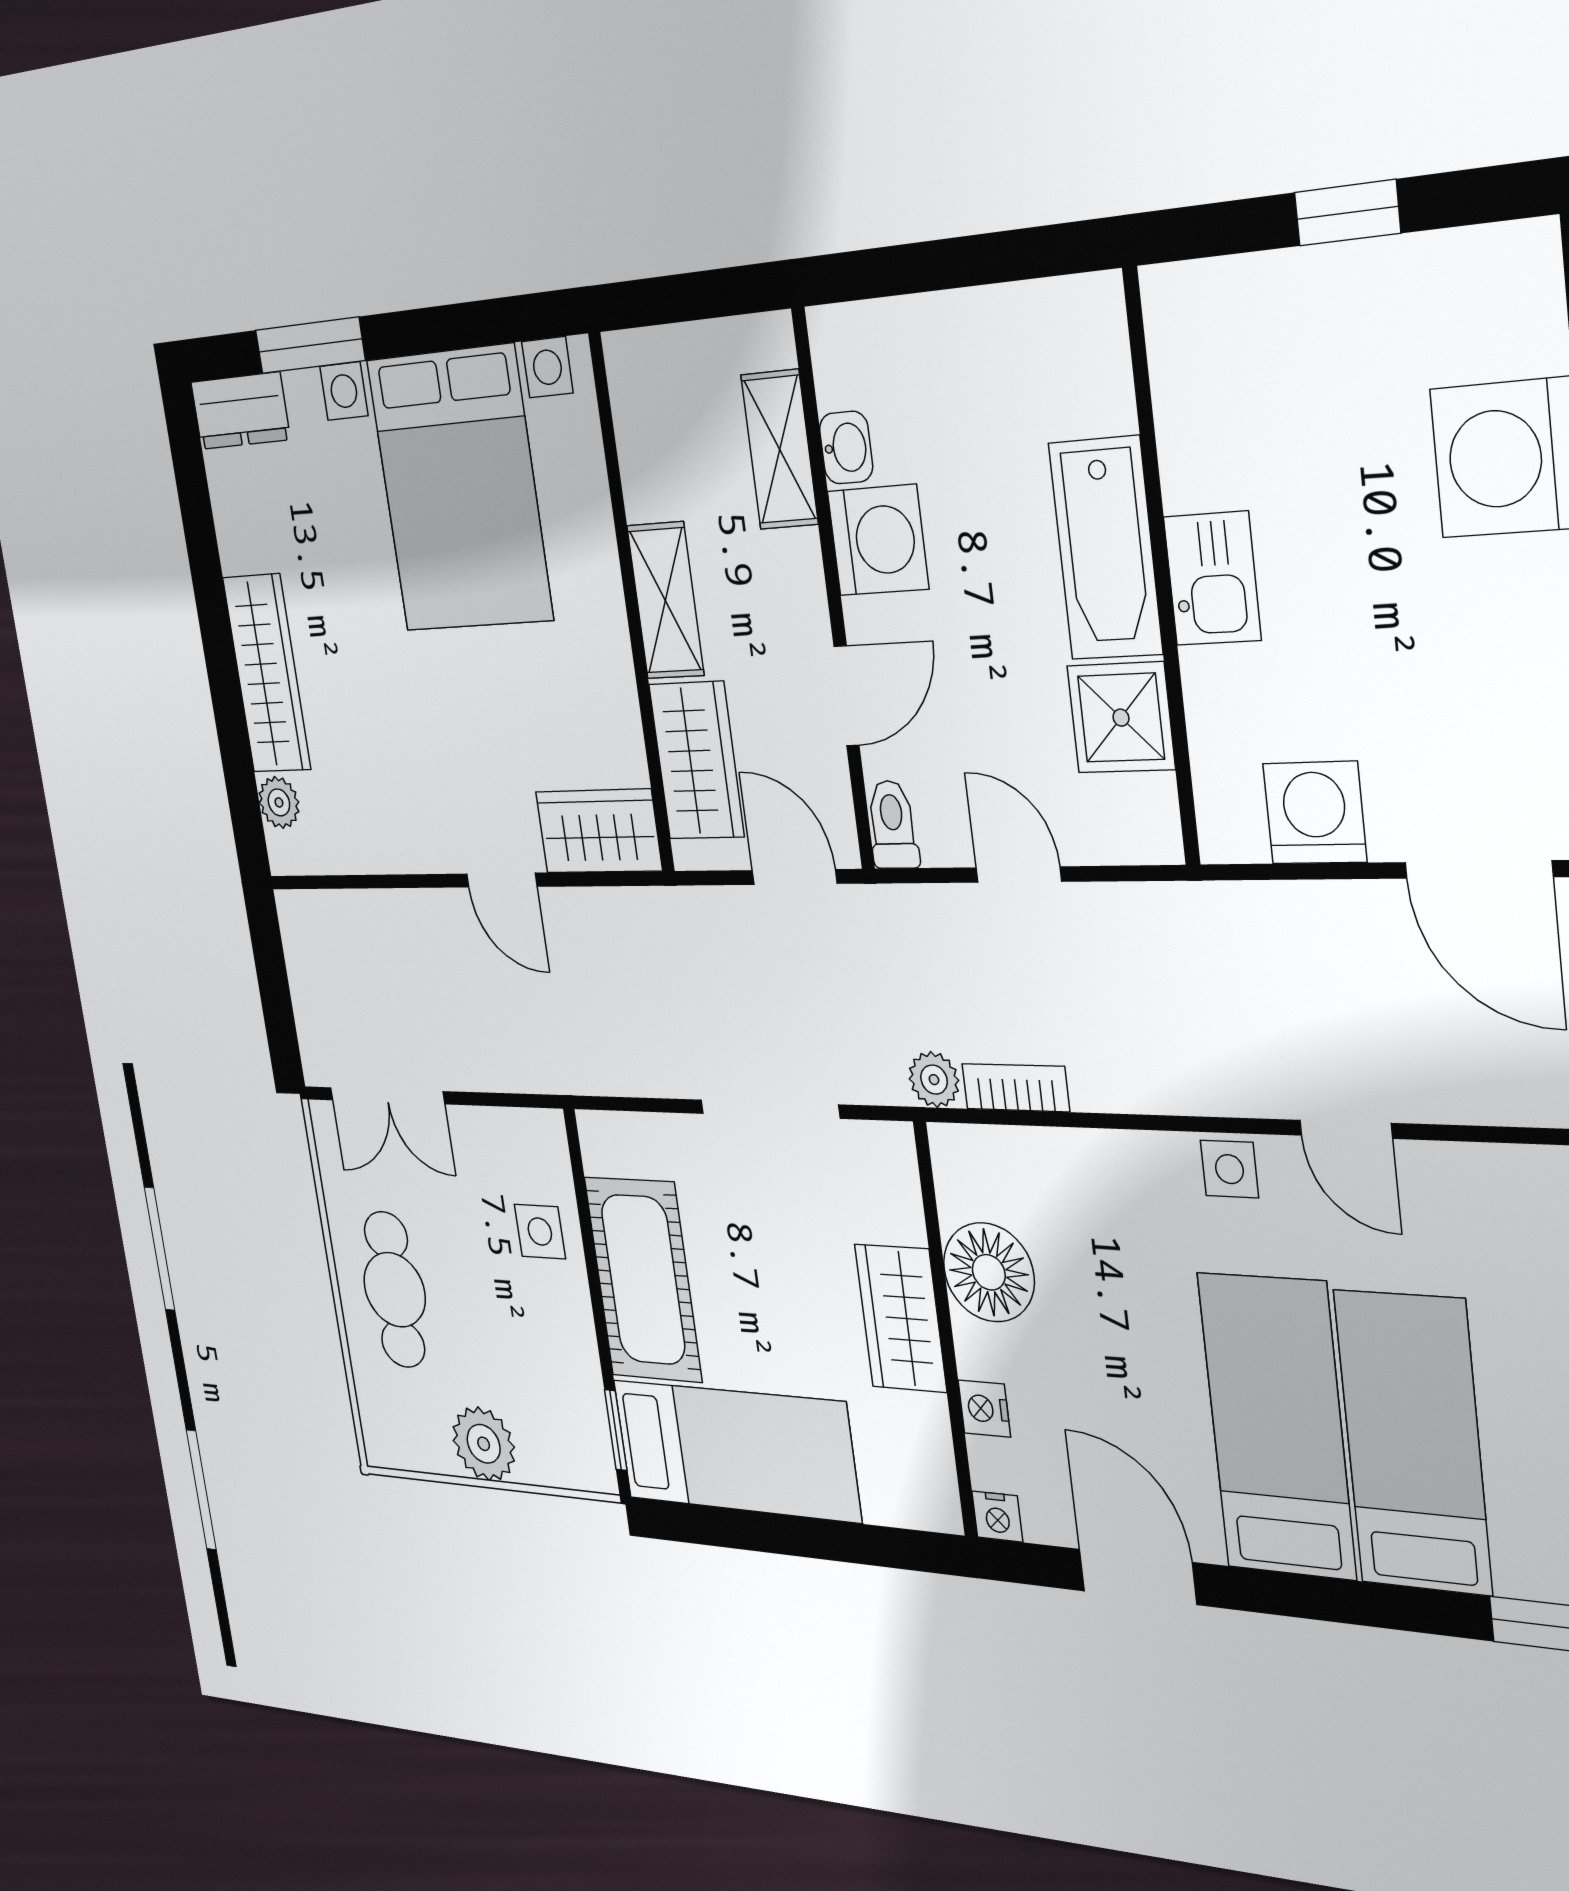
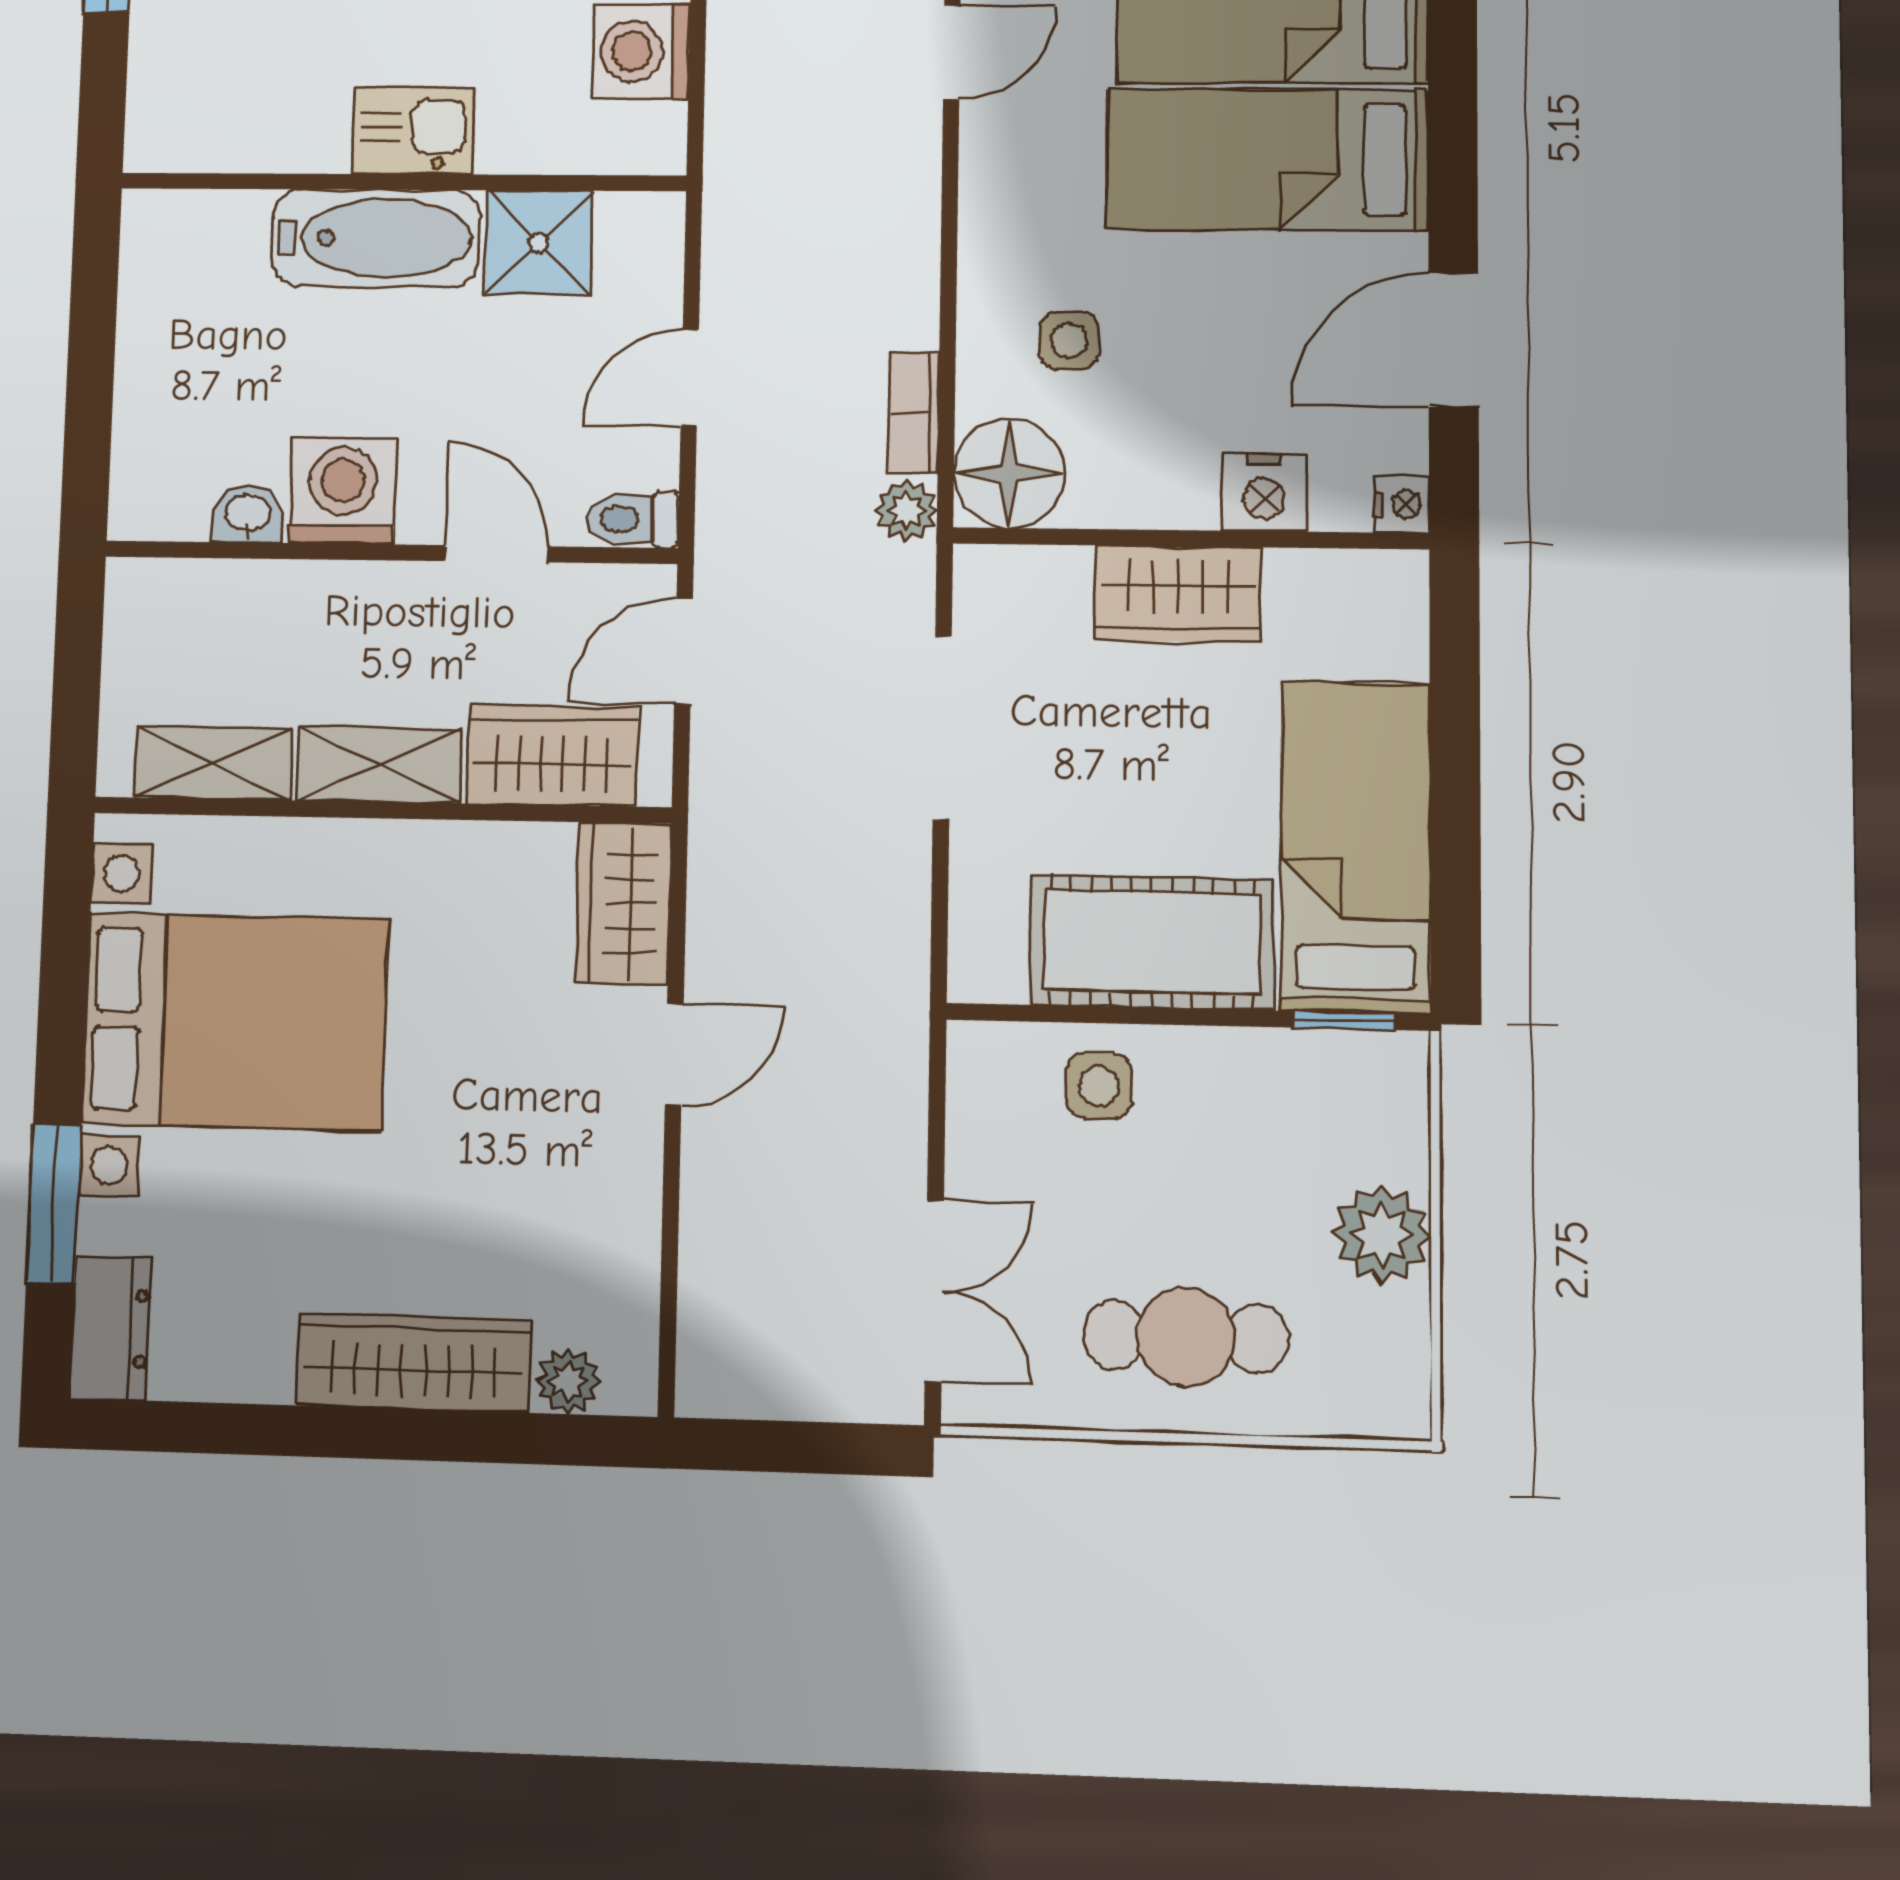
shelving: (780, 450) -> (213, 763), moved
side table: (1229, 1169) -> (1069, 341), moved
floor lamp: (989, 1272) -> (1009, 473), moved
nightstand: (984, 1409) -> (1264, 492), width x1.39, depth x1.35

